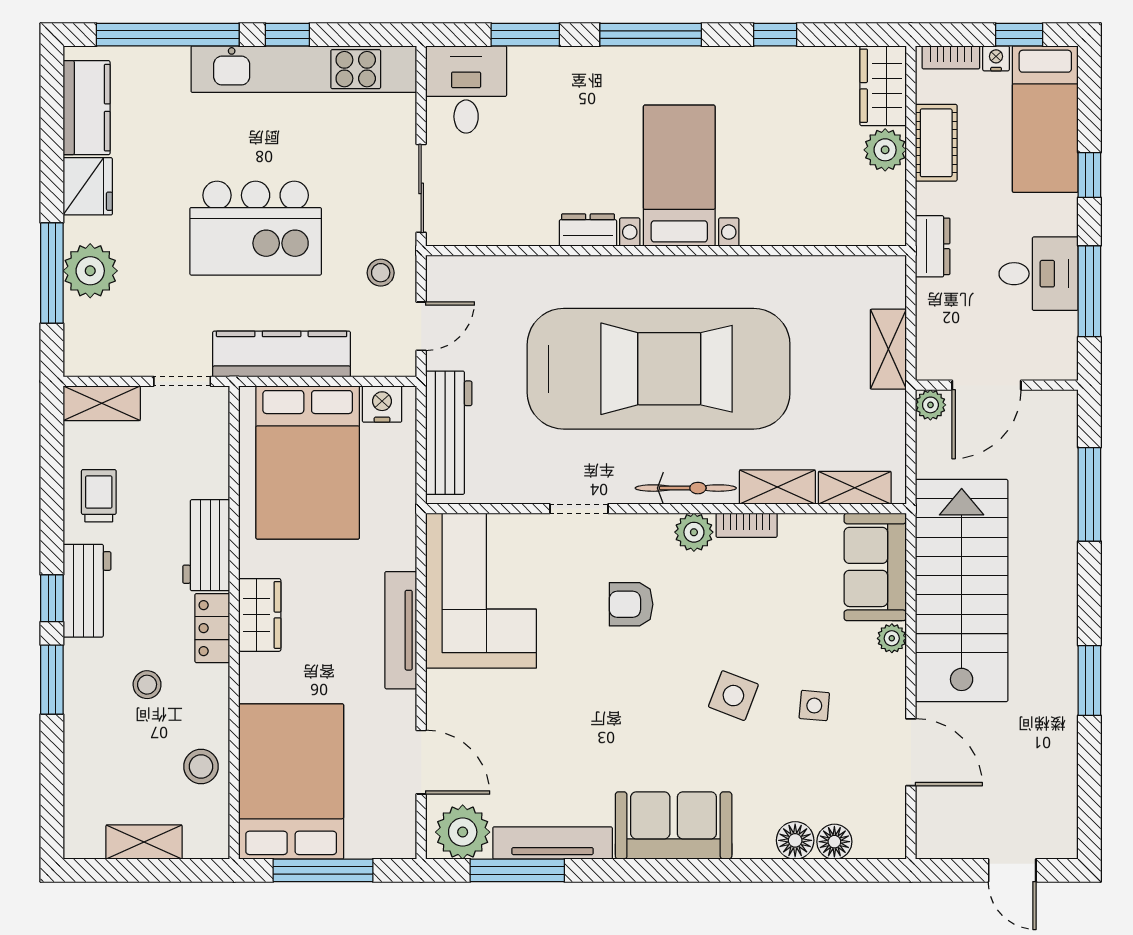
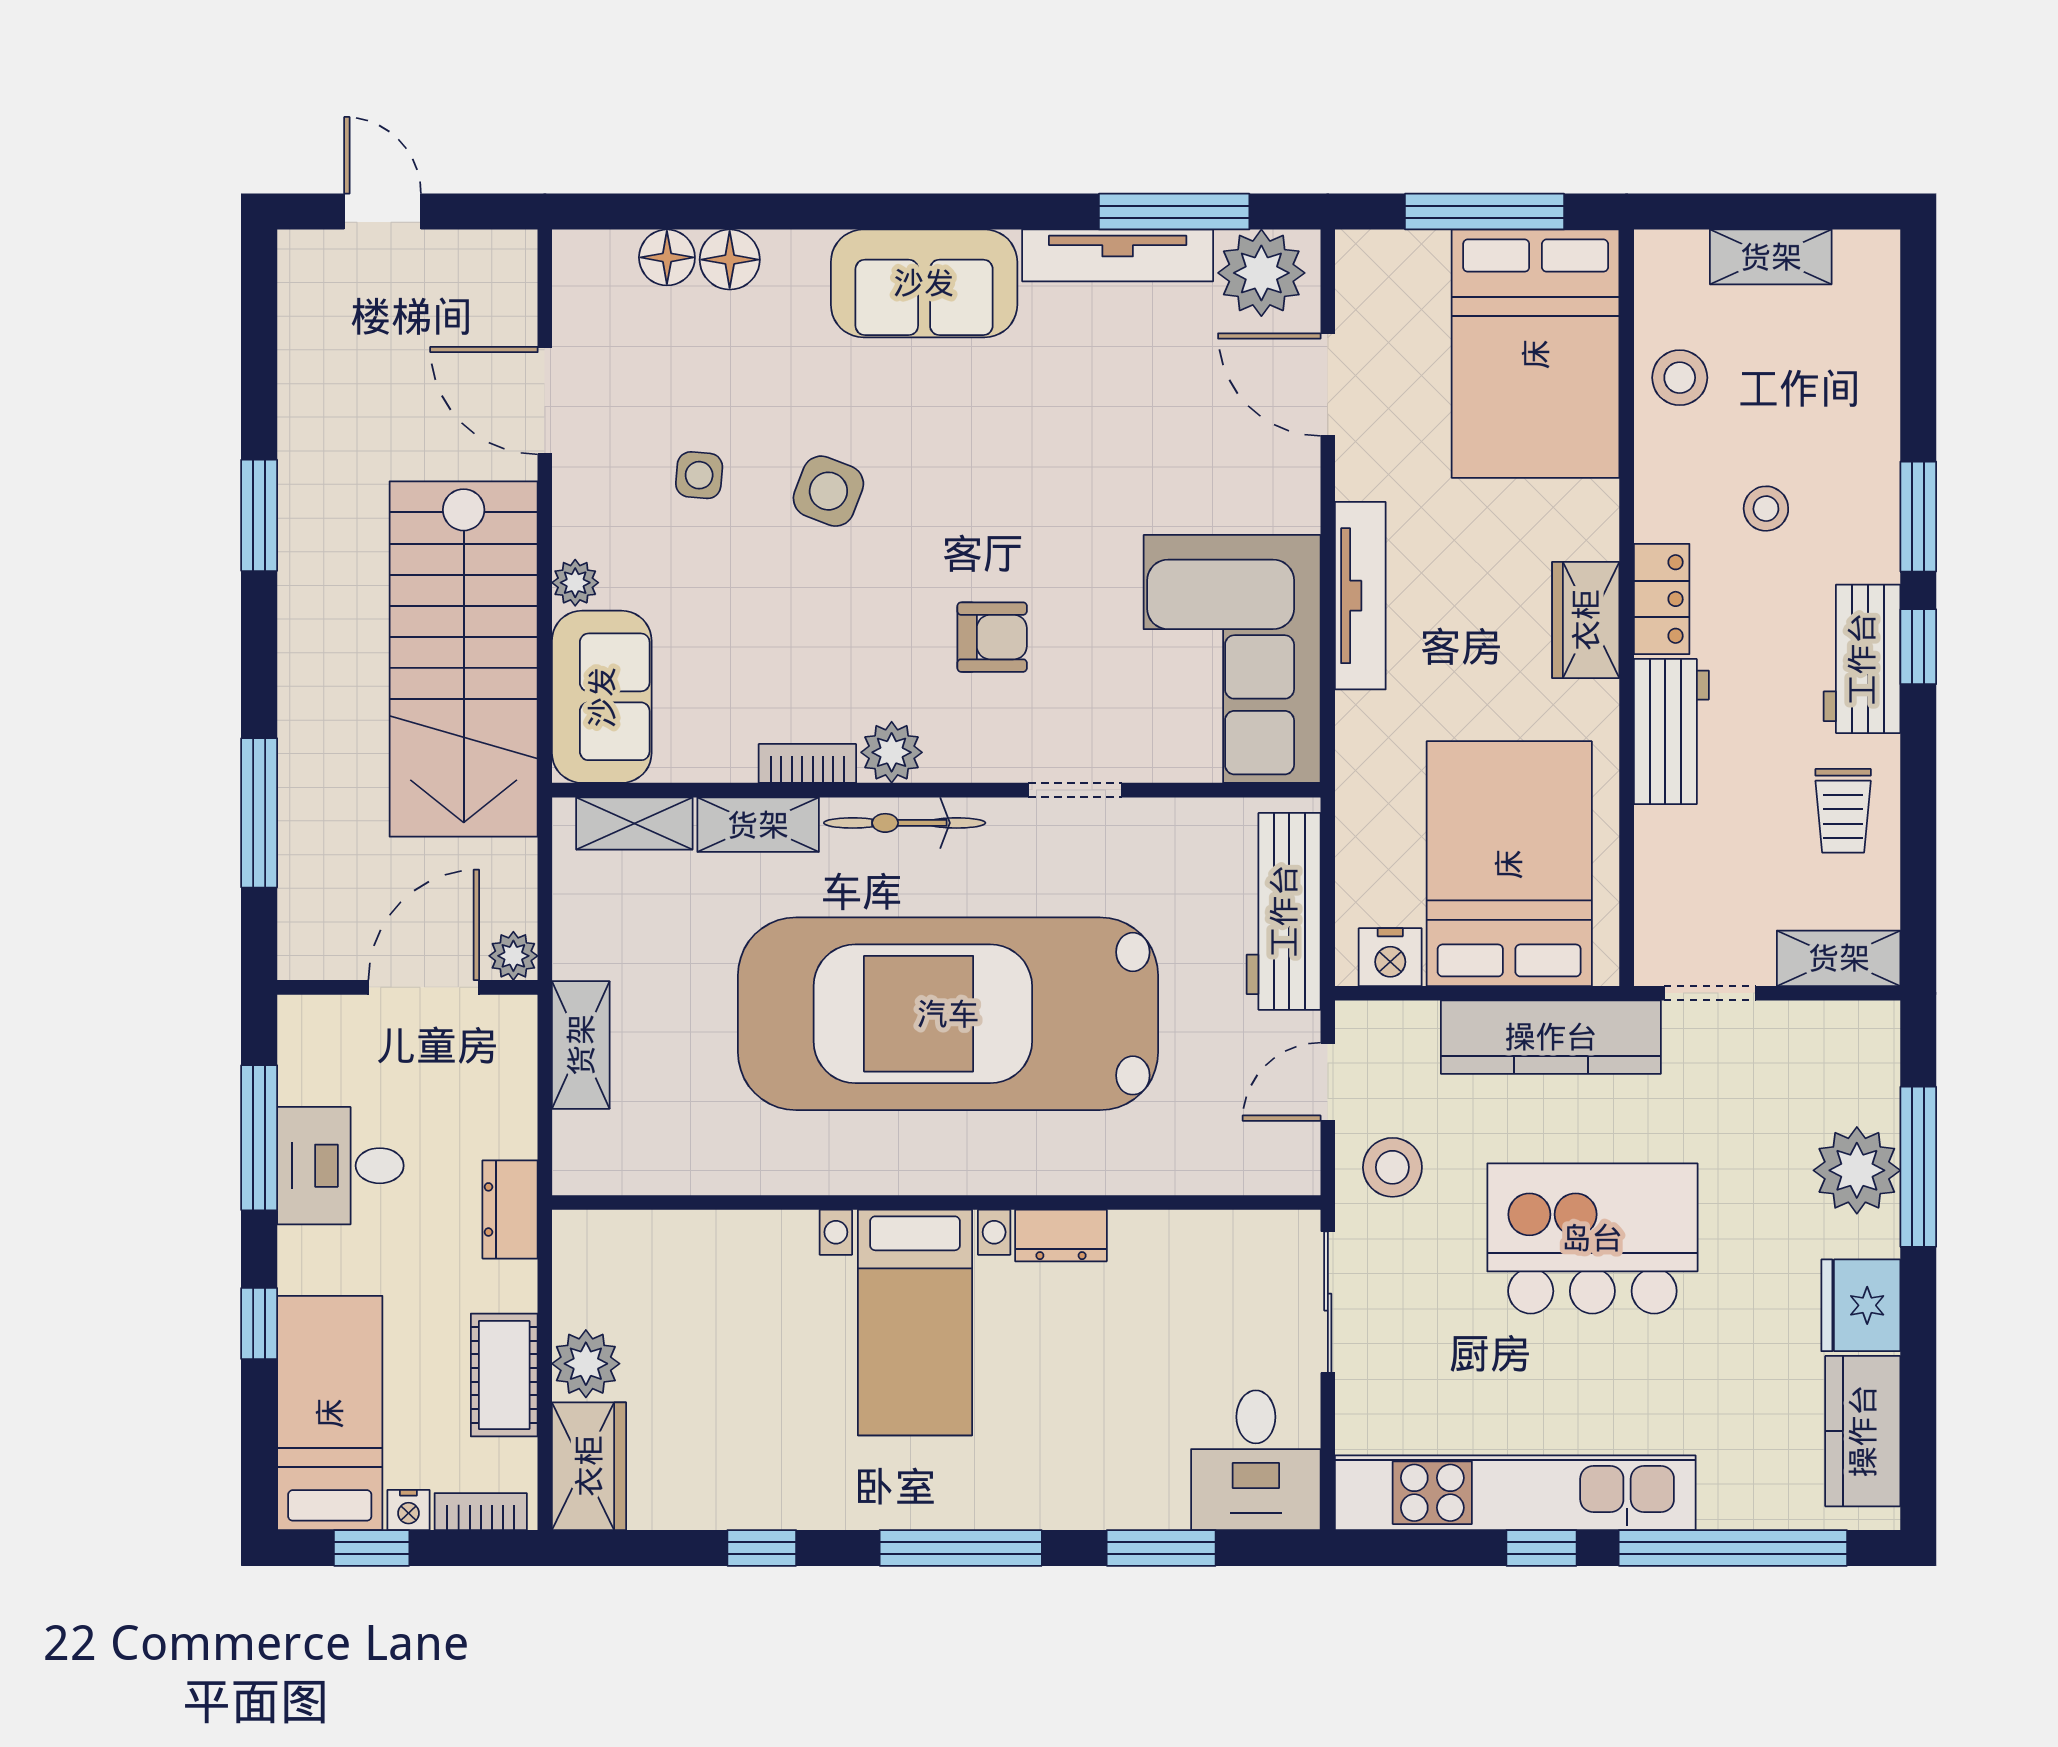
stool: (381, 273) -> (1392, 1167), width x1.37, depth x1.37

